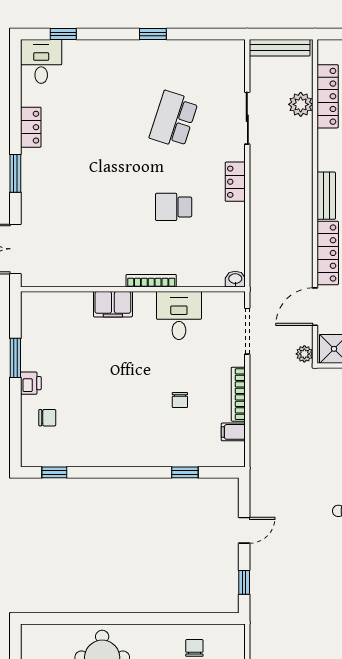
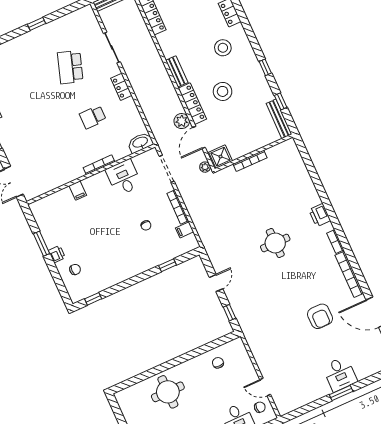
plant: (301, 104) -> (182, 121), moved
washbasin: (235, 279) -> (140, 143), width x1.91, depth x1.45
filing cabinet: (113, 304) -> (78, 190), width x0.50

